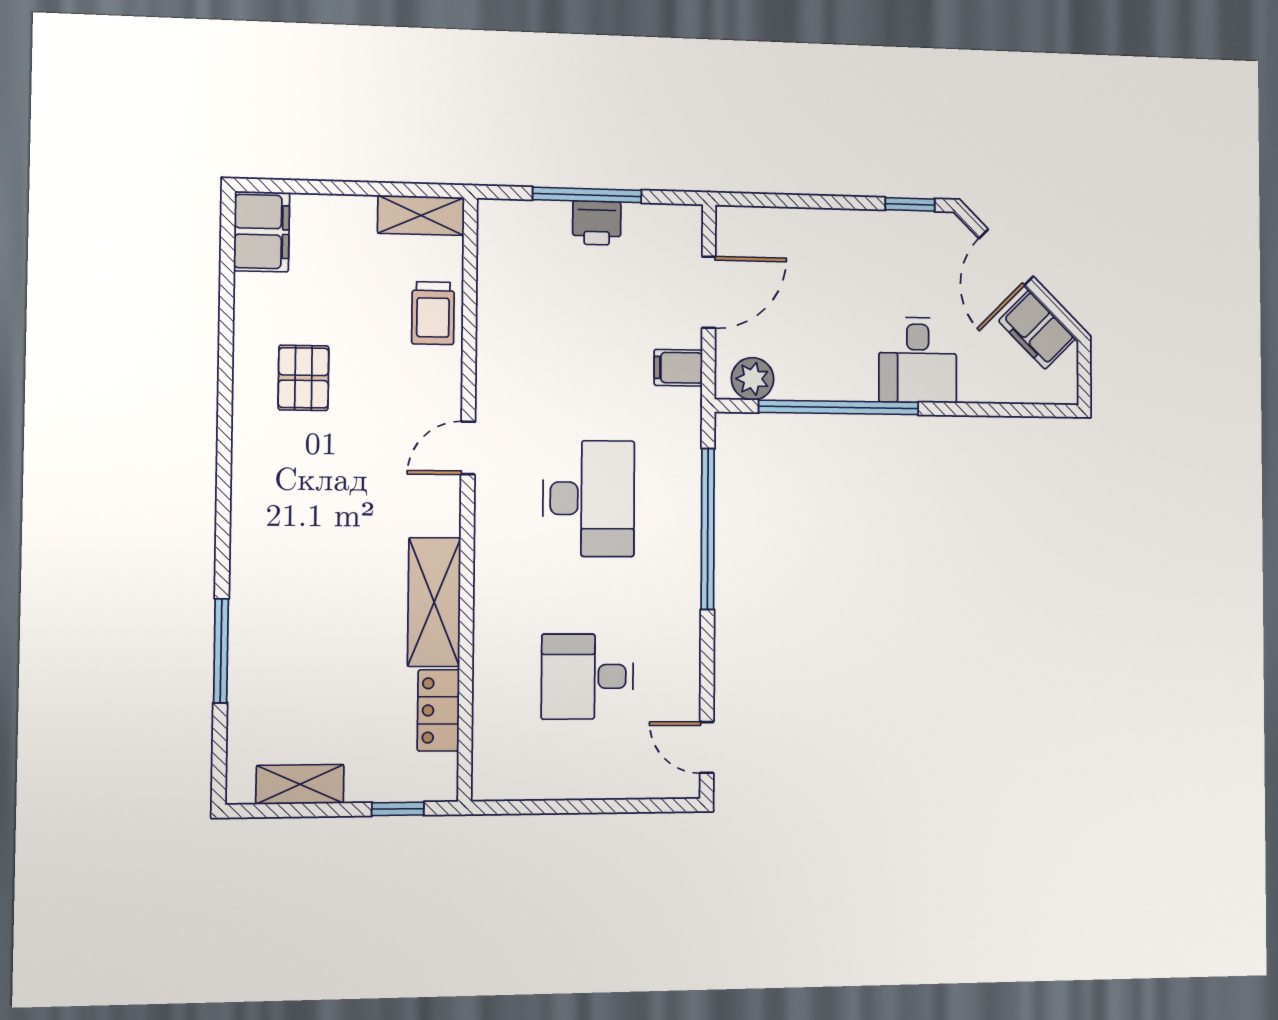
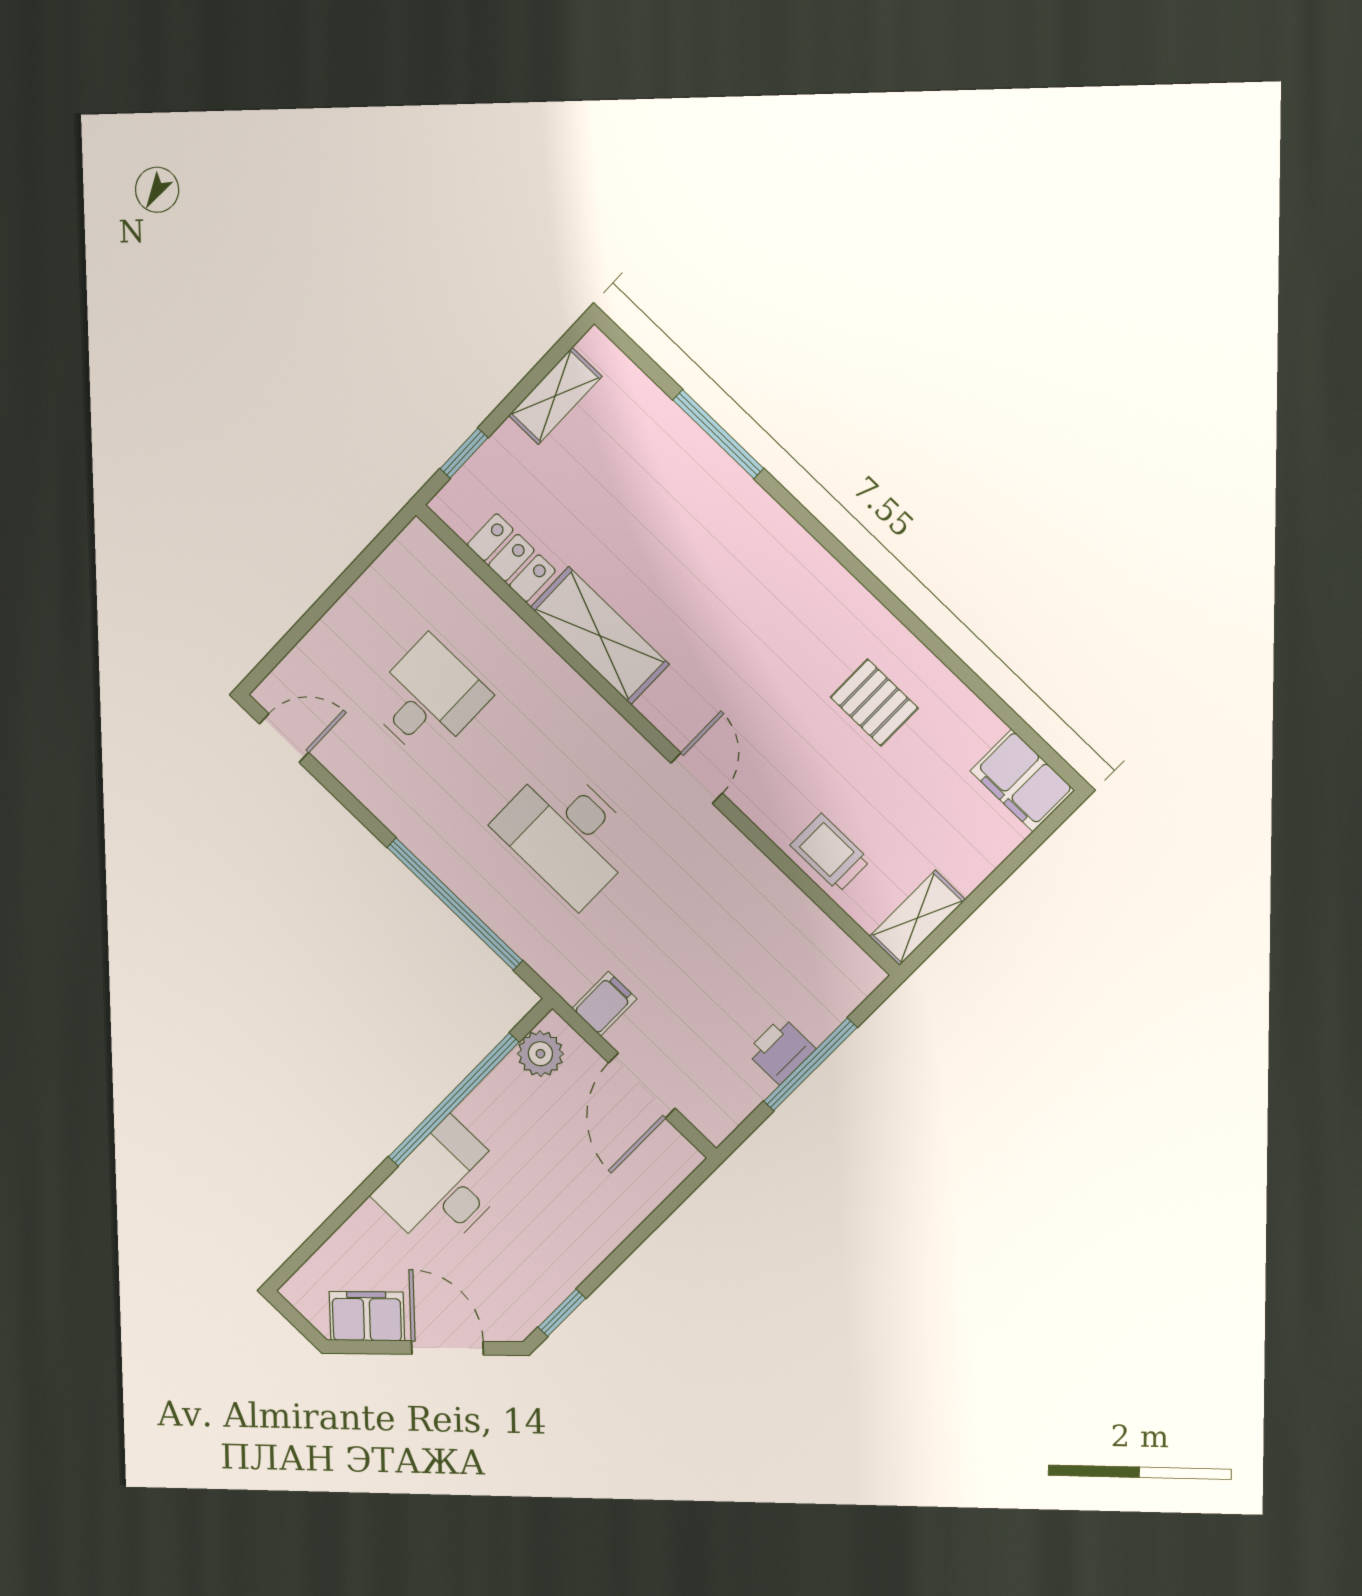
desk: (918, 360) -> (443, 1187), width x1.37

